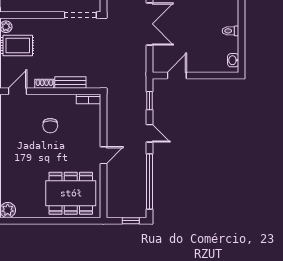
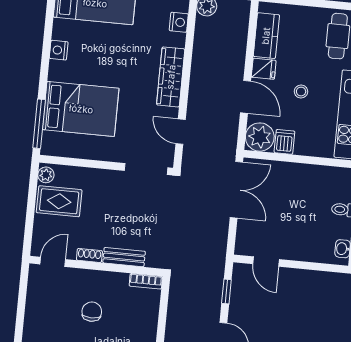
door: (177, 75) -> (266, 262), swing flipped
chair: (50, 126) -> (92, 312), turned 180

